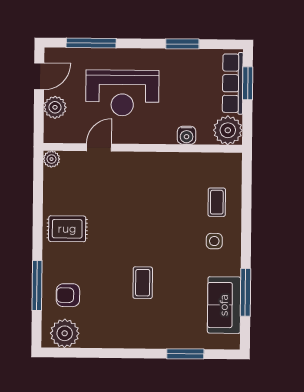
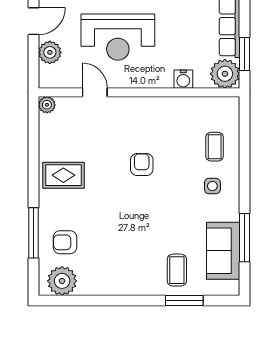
window: (248, 83) -> (245, 54), moved
door: (99, 147) -> (95, 92), hinge flipped
armchair: (145, 219) -> (142, 165), added
coffee table: (143, 283) -> (177, 270), moved

